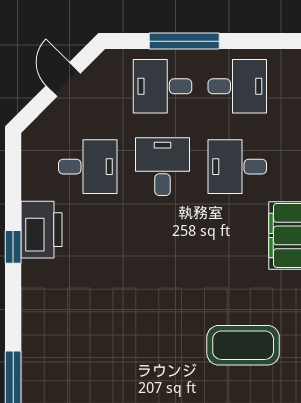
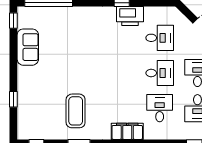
desk: (88, 167) -> (160, 38), turned -90

